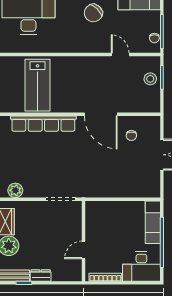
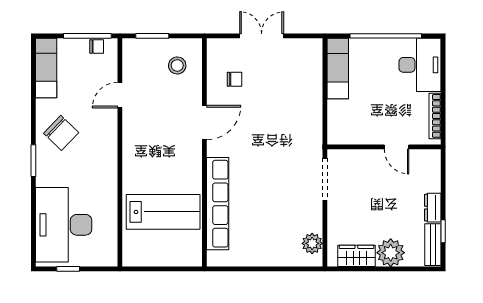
stool: (150, 79) -> (177, 65), moved
door: (101, 114) -> (204, 123), width x0.73
exam couch: (153, 222) -> (338, 68), moved, turned -90

